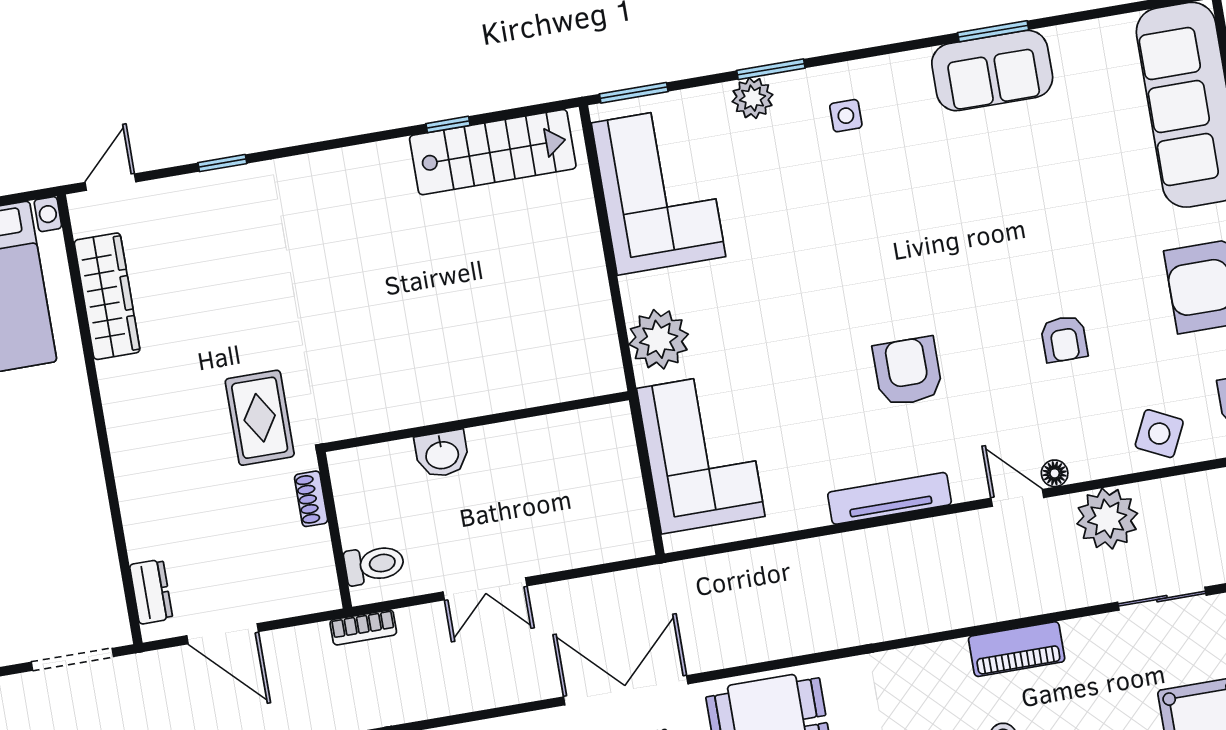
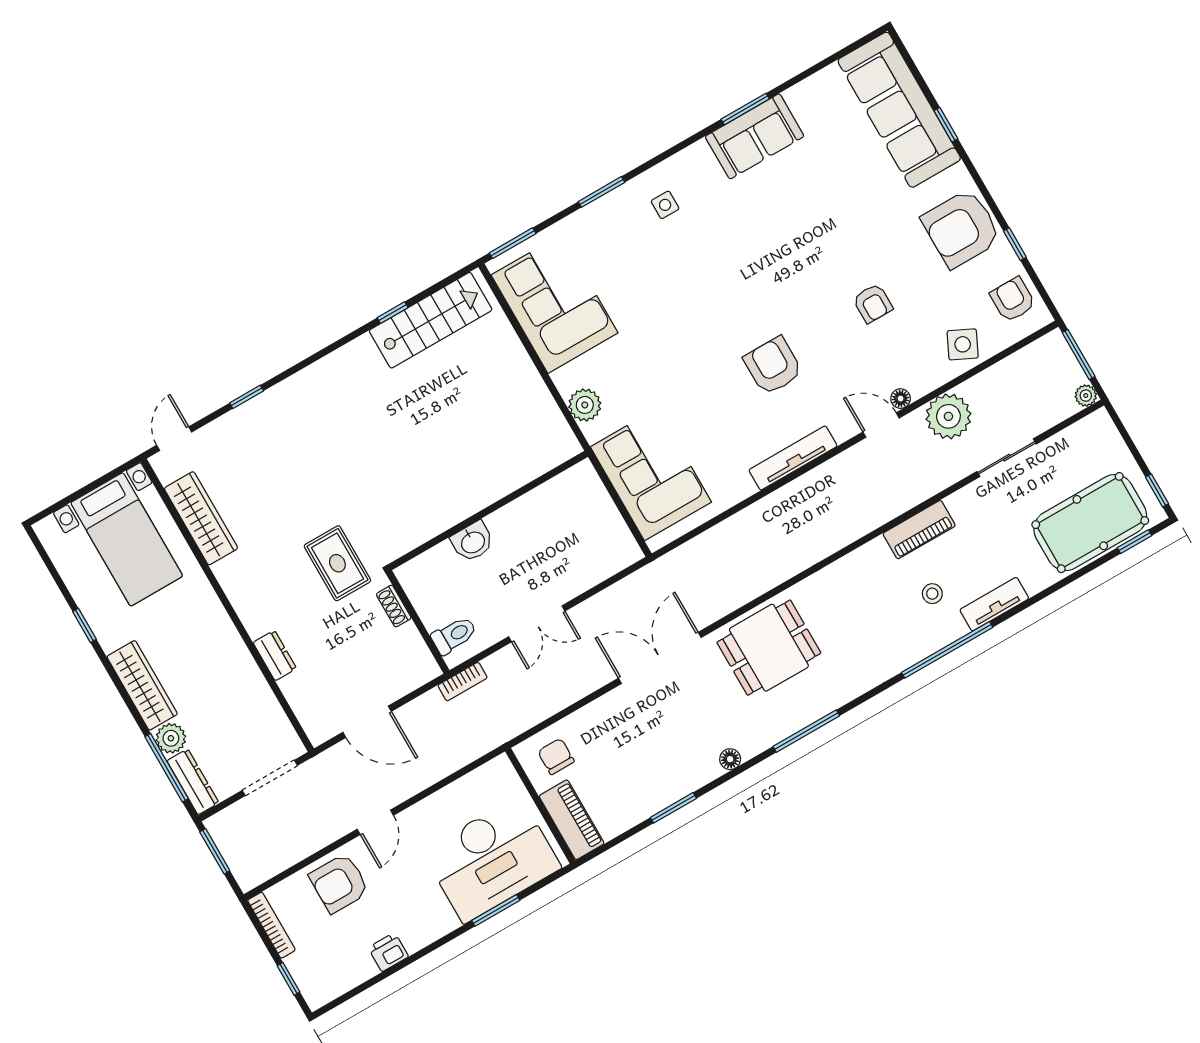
plant: (753, 98) -> (596, 217), removed
plant: (659, 339) -> (585, 405), width x0.73, depth x0.73
dresser: (151, 592) -> (275, 655), moved

